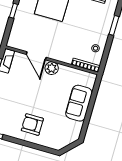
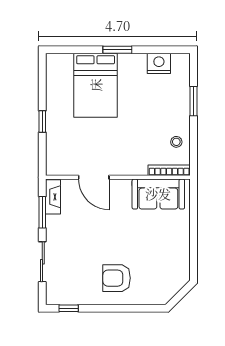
plant: (52, 68) -> (121, 189), removed
sofa: (79, 103) -> (158, 194), moved, turned -90

